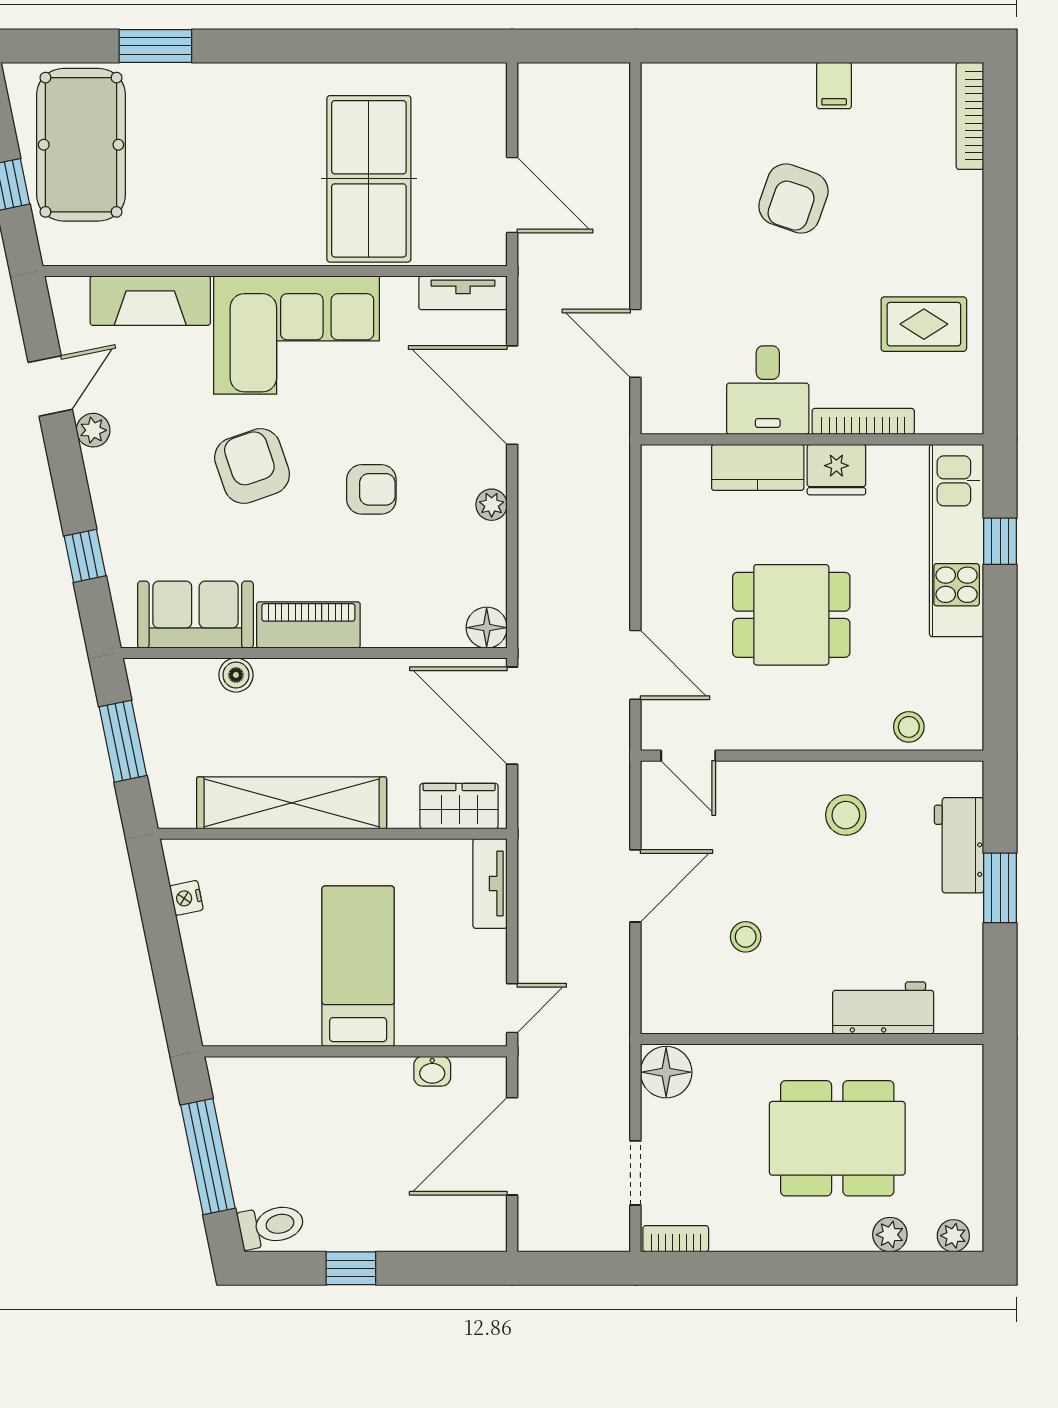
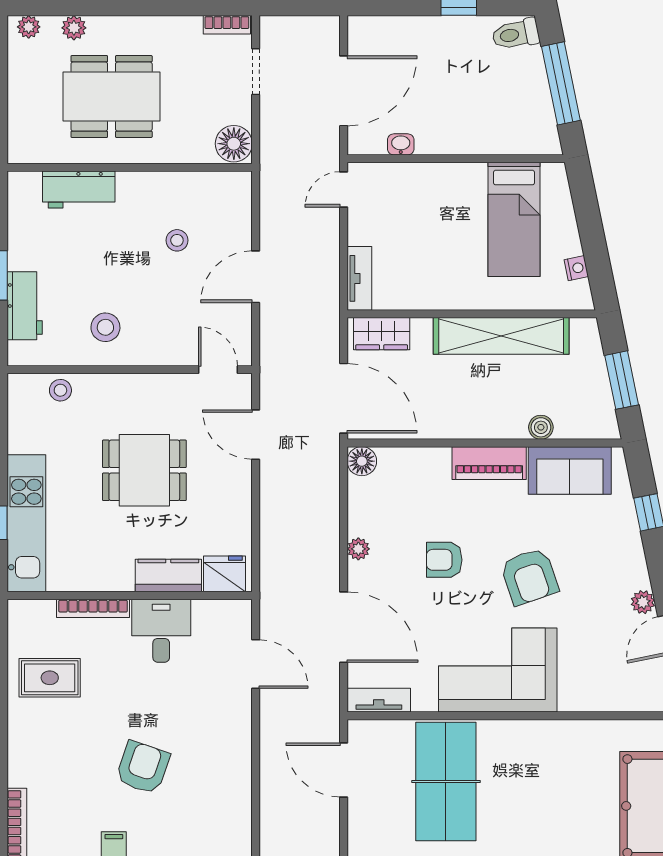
fireplace: (150, 301) -> (602, 695), removed
fridge: (836, 470) -> (225, 574), moved
bed: (358, 966) -> (514, 219), moved

